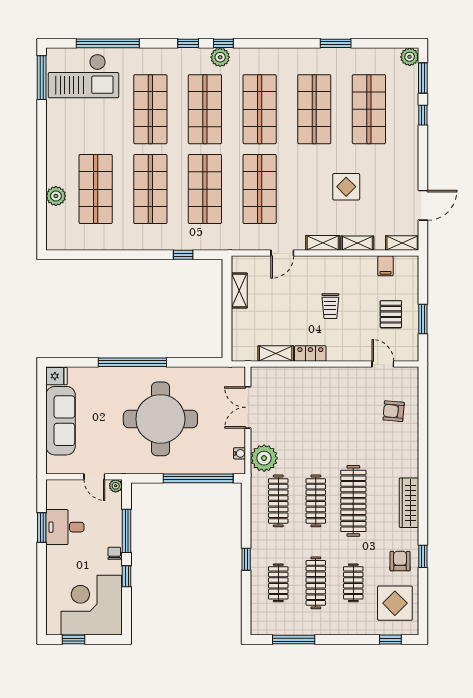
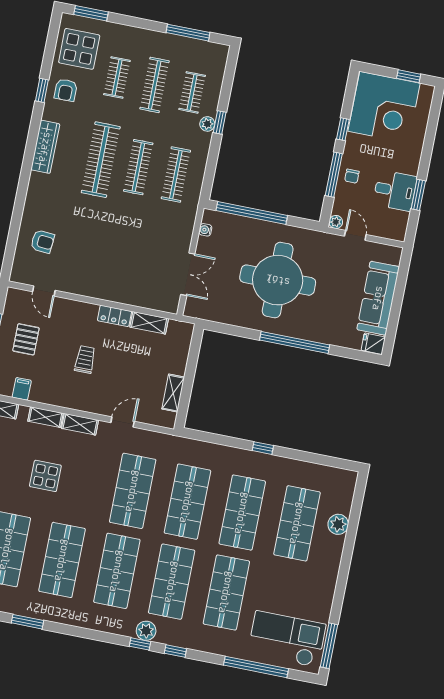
window: (183, 255) -> (263, 448), moved
plant: (264, 458) -> (207, 124), moved, width x0.53, depth x0.53
chair: (114, 553) -> (352, 176), moved
window: (390, 640) -> (91, 13), width x1.50

